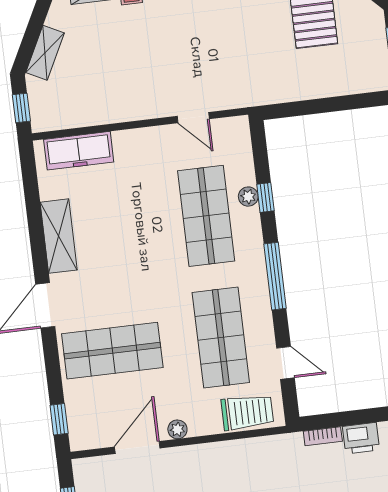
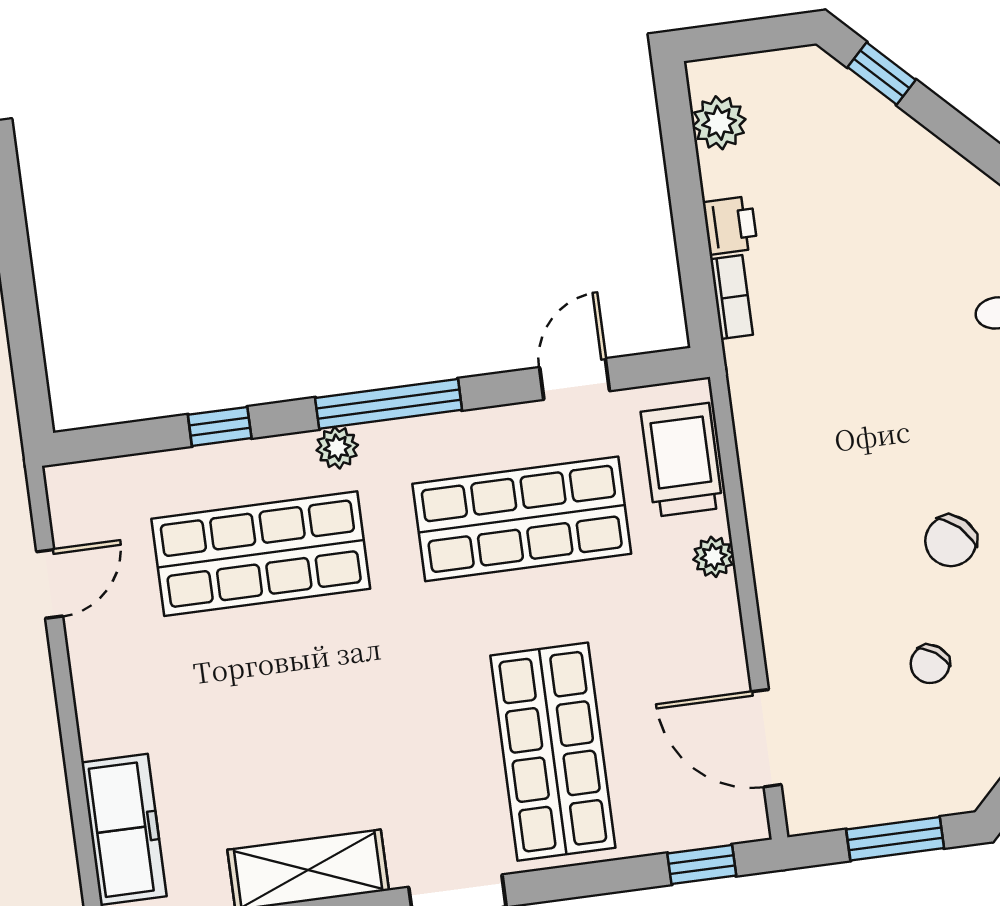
plant: (248, 197) -> (337, 448), moved
plant: (177, 429) -> (714, 557), moved
printer: (361, 438) -> (730, 225), width x0.73, depth x0.81
door: (137, 447) -> (766, 738), moved

